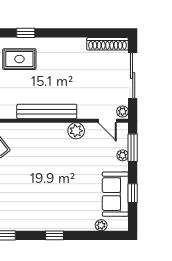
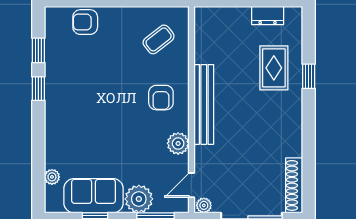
armchair: (42, 144) -> (161, 98), added
plant: (123, 155) -> (139, 199), width x1.88, depth x1.88
window: (54, 235) -> (38, 89), moved

